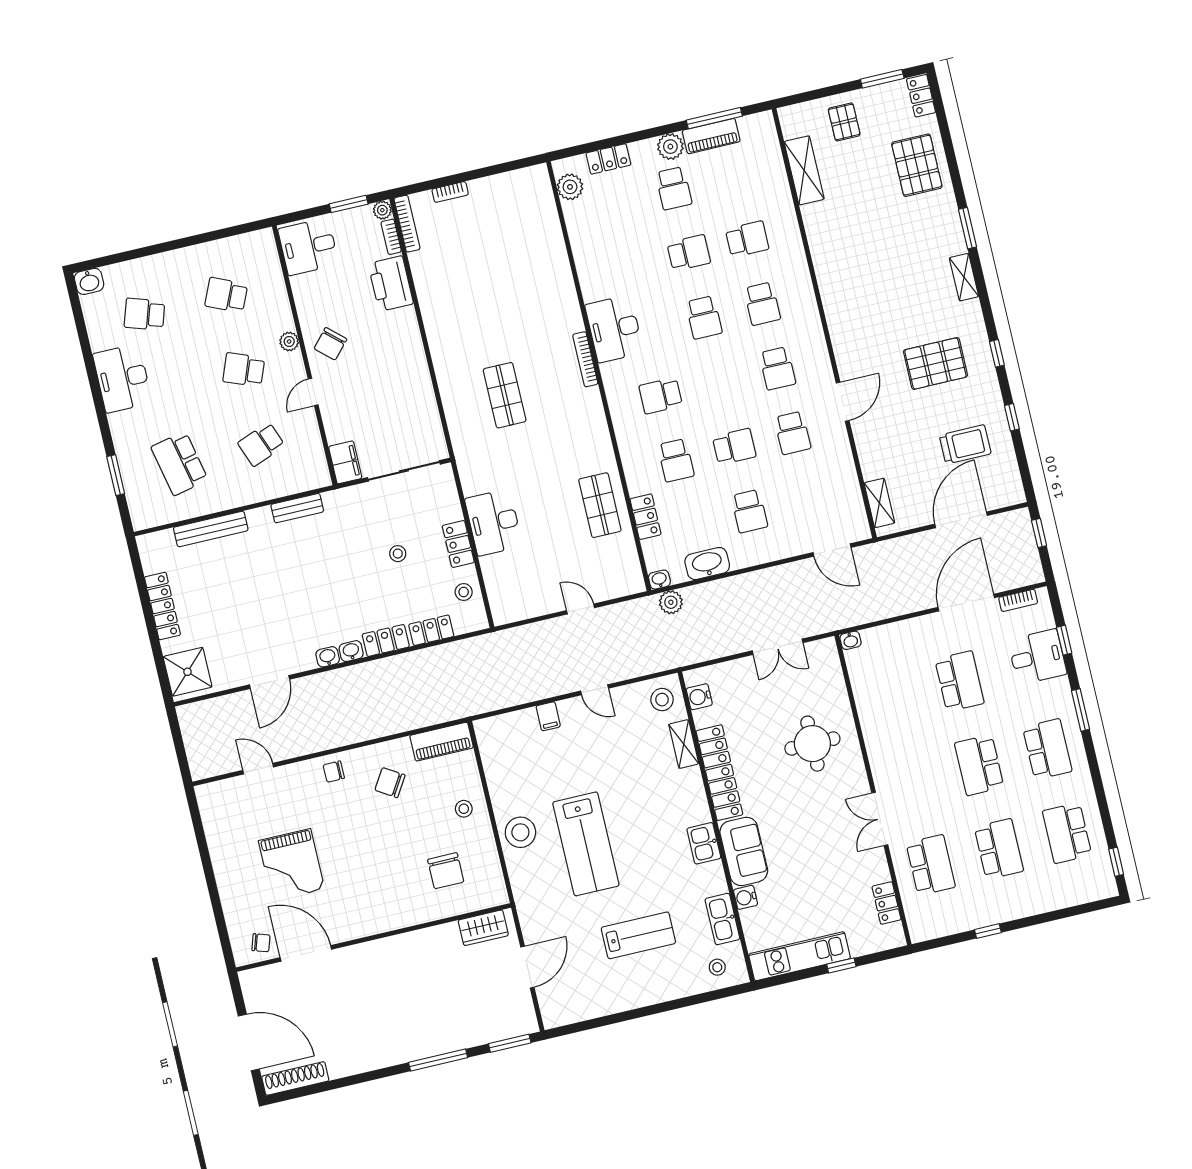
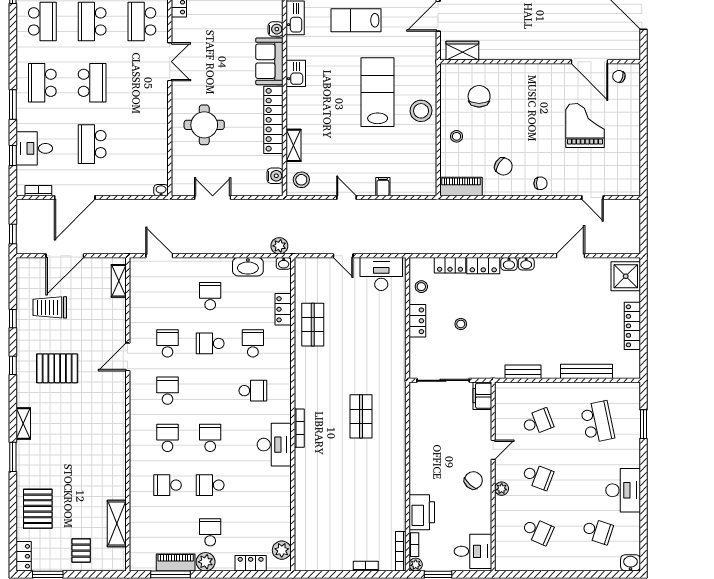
desk: (494, 522) -> (381, 274), moved, turned -90

